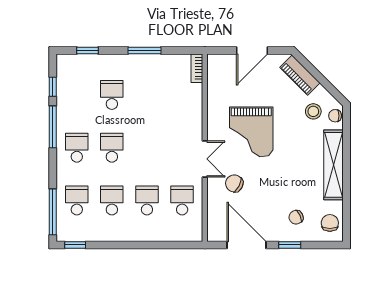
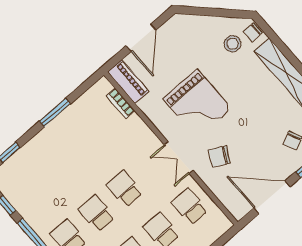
bookcase: (197, 68) -> (121, 103), moved
piano: (300, 75) -> (128, 82), moved, turned -135
school desk: (112, 95) -> (125, 189), moved
double door: (205, 159) -> (179, 157), swing flipped

